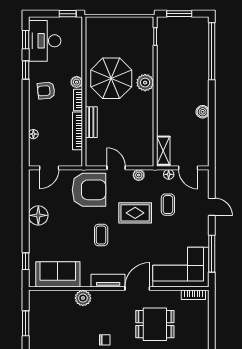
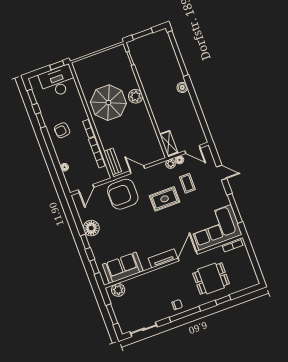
desk: (45, 41) -> (58, 82), moved, turned 90
plant: (77, 82) -> (83, 115), removed
boiler: (203, 112) -> (182, 87), moved
bench: (91, 122) -> (113, 161), moved
plant: (139, 175) -> (171, 164), moved
armchair: (89, 190) -> (123, 194), turned 180
window: (26, 229) -> (85, 242), added
coffee table: (101, 235) -> (145, 225), removed
plant: (83, 298) -> (118, 290), moved

